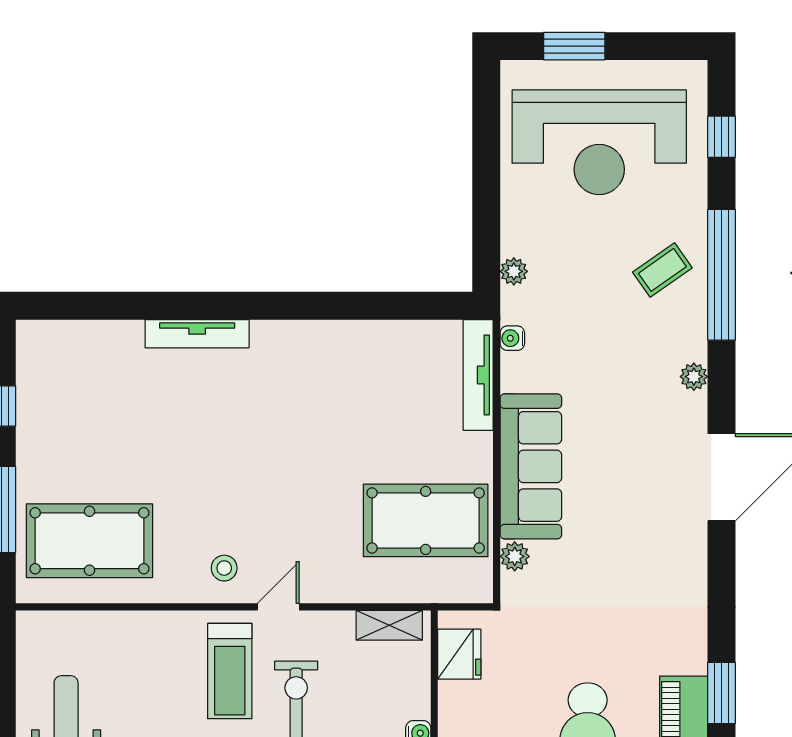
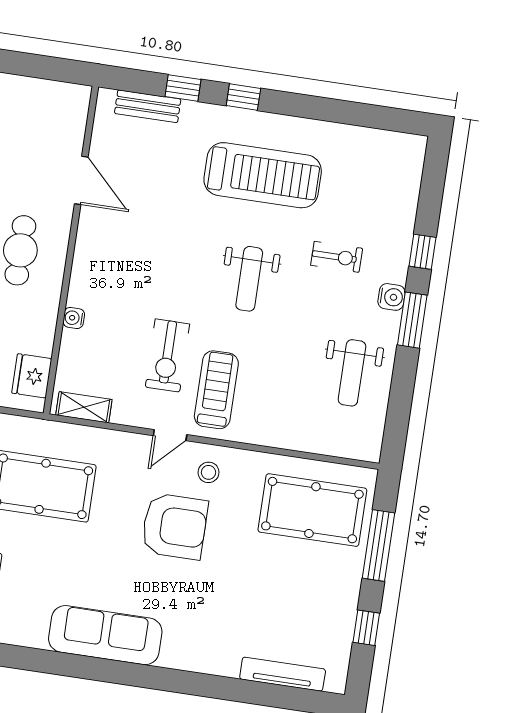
tv unit: (197, 334) -> (283, 674), moved
sofa: (321, 349) -> (105, 635), added
armchair: (256, 496) -> (175, 526), added

